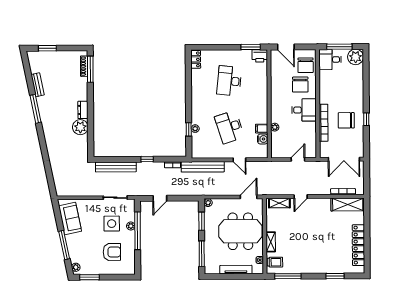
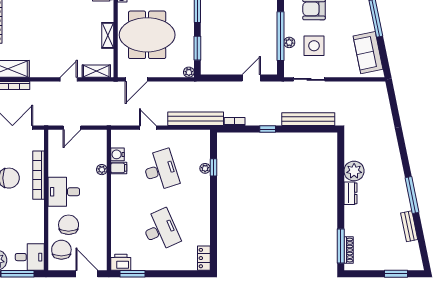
desk: (229, 81) -> (161, 230), turned -30
shelving: (271, 242) -> (108, 35), moved

